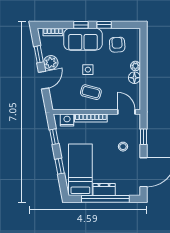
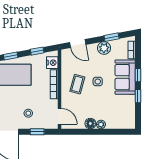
armchair: (117, 45) -> (120, 108), removed
door: (44, 80) -> (78, 43), moved
door: (126, 112) -> (60, 116), hinge flipped

